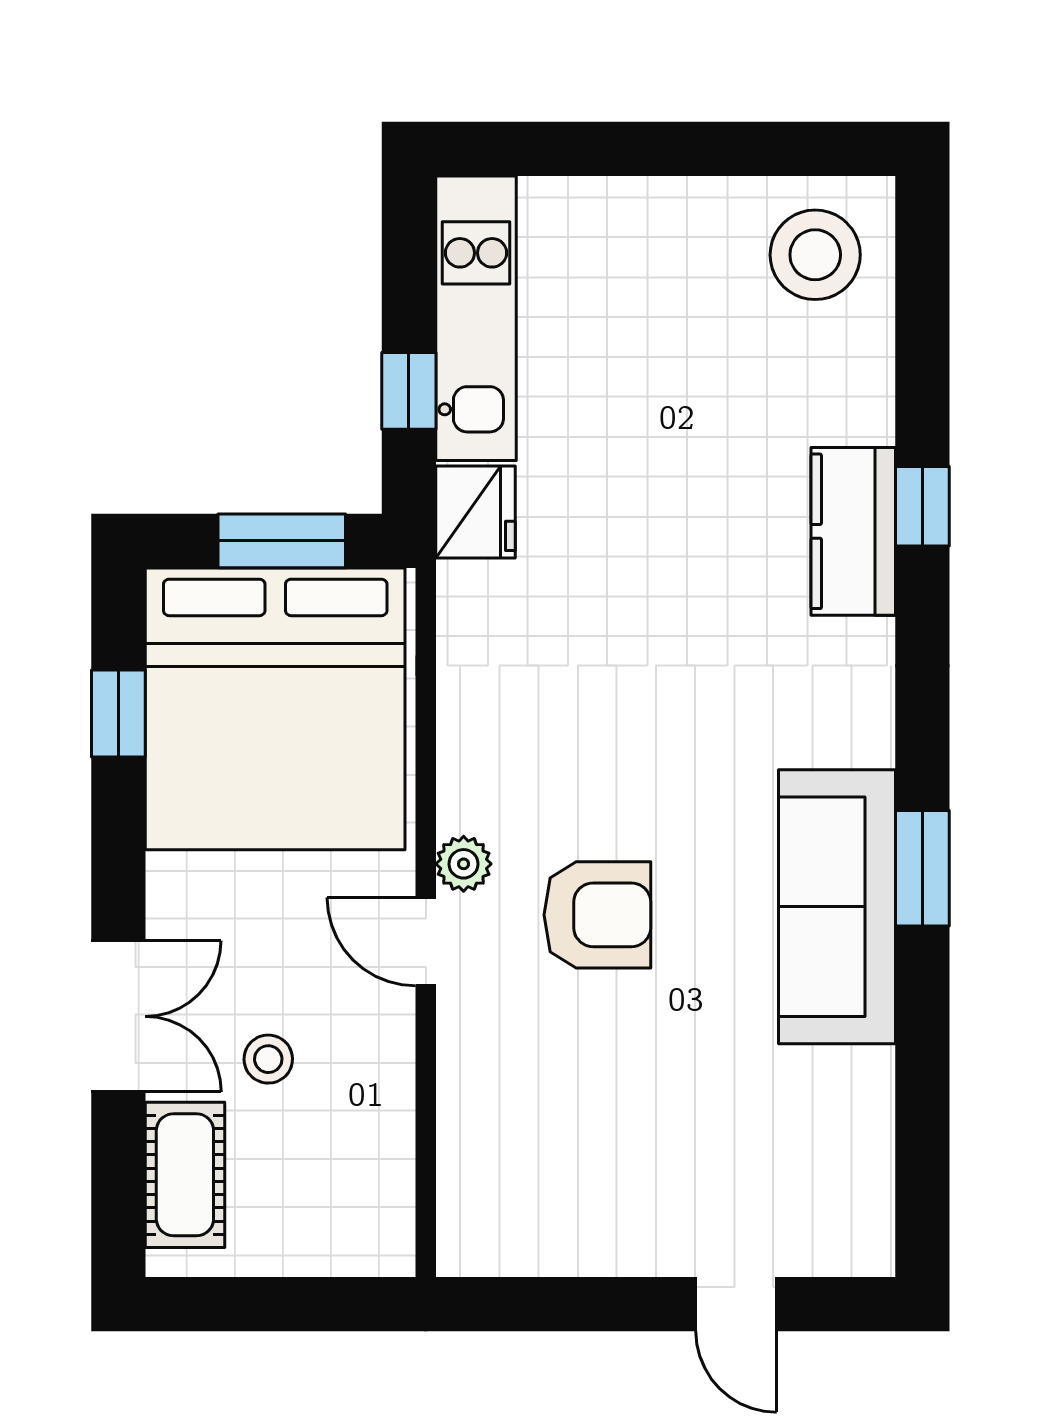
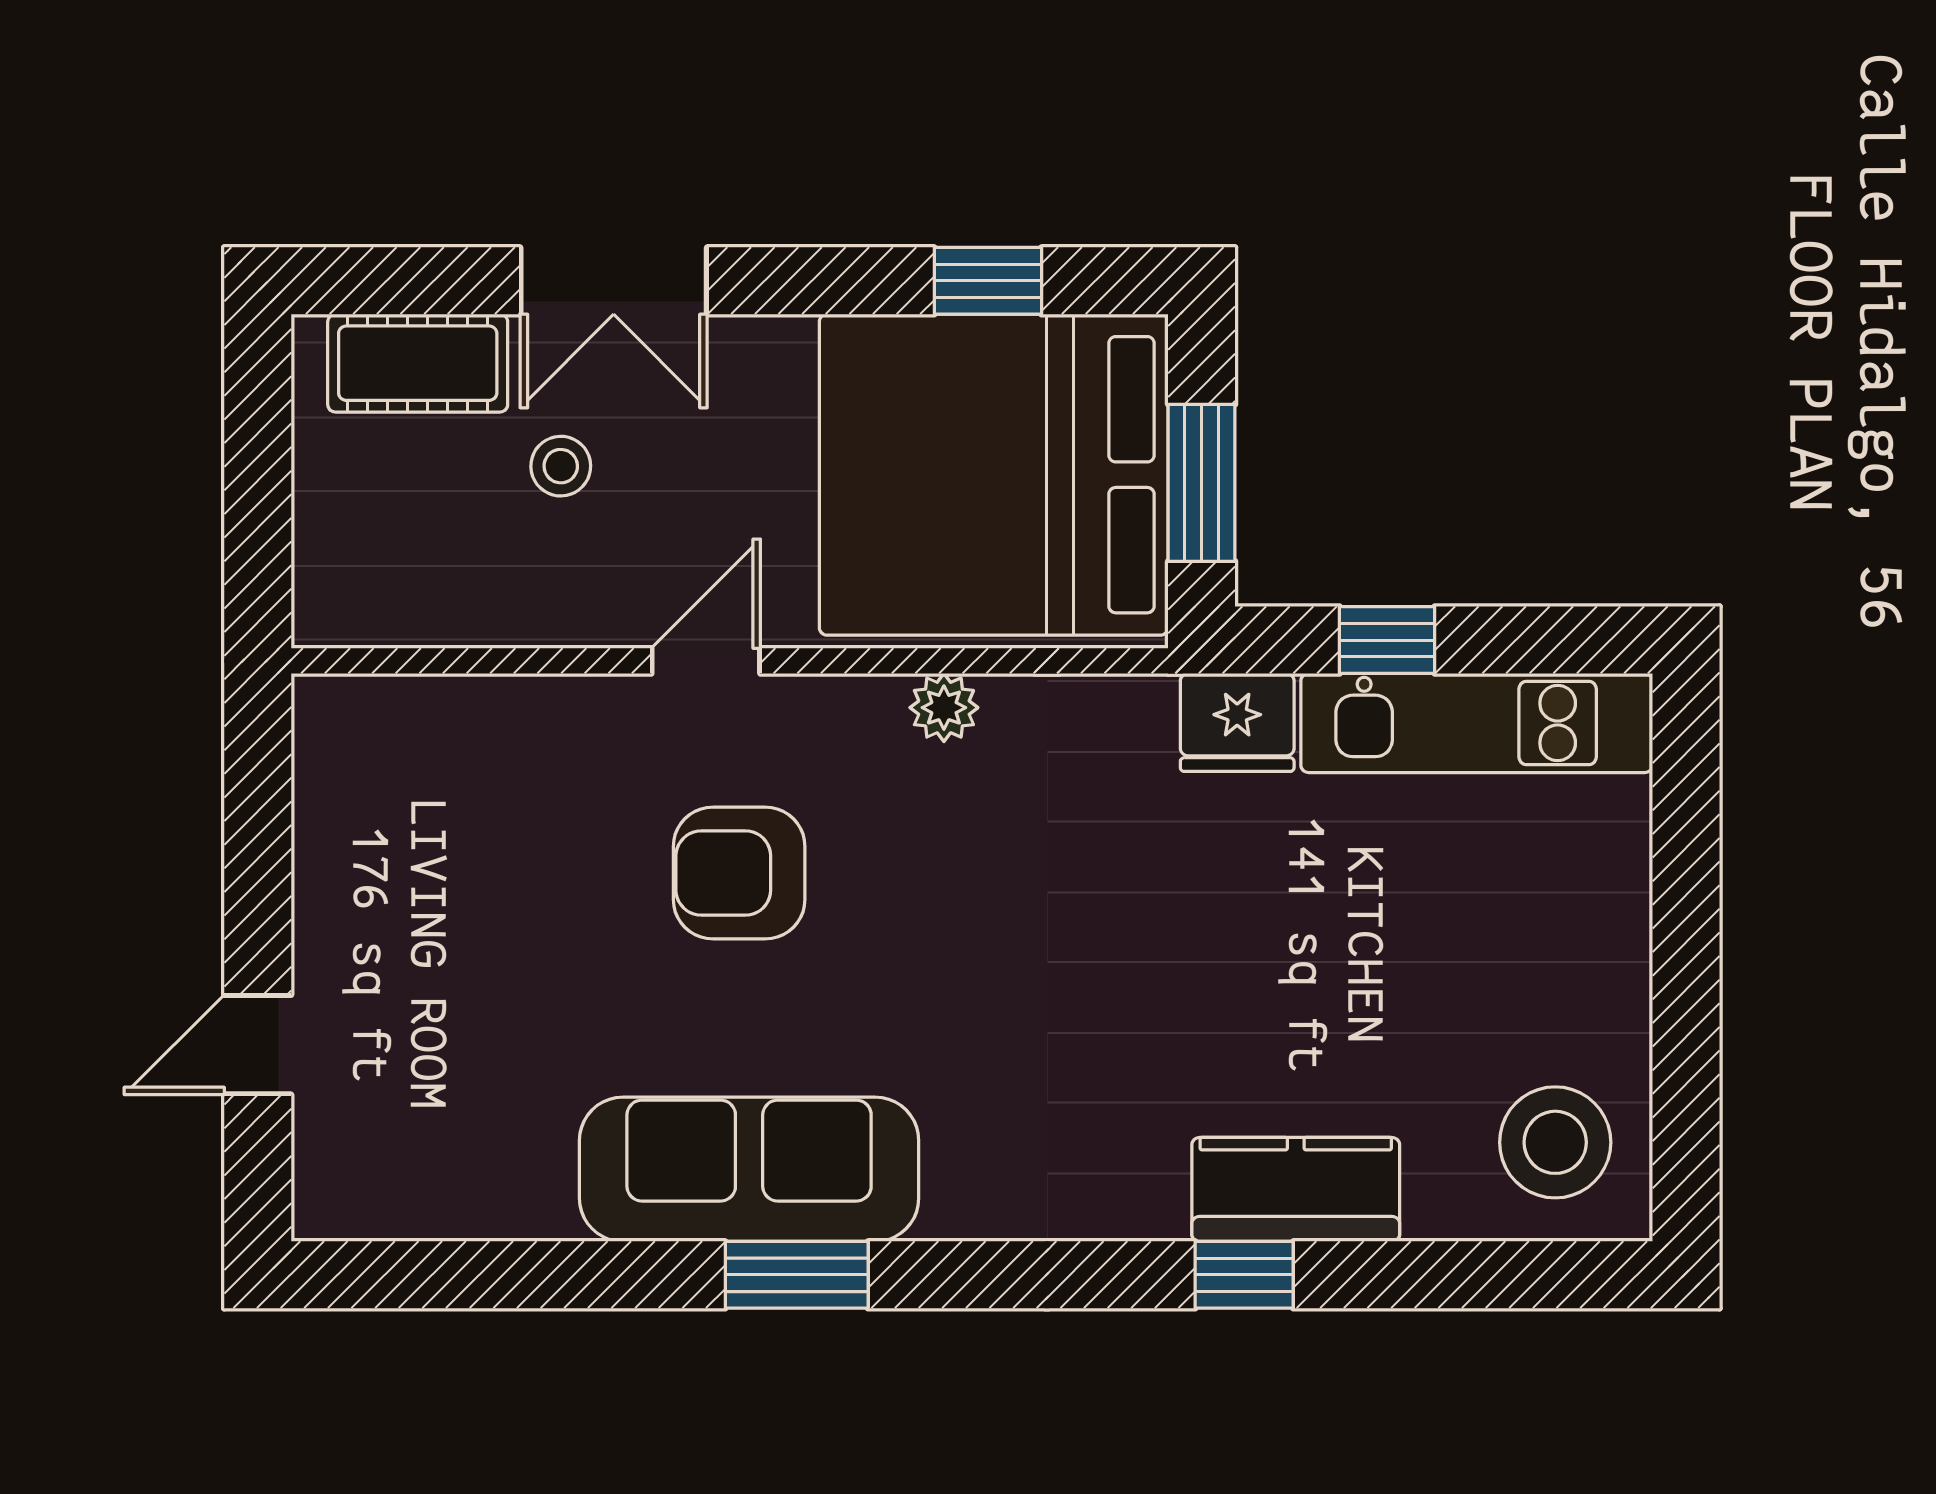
kitchen counter: (853, 531) -> (1296, 1189), moved
plant: (464, 864) -> (944, 708), moved
armchair: (597, 915) -> (739, 873), turned 90

